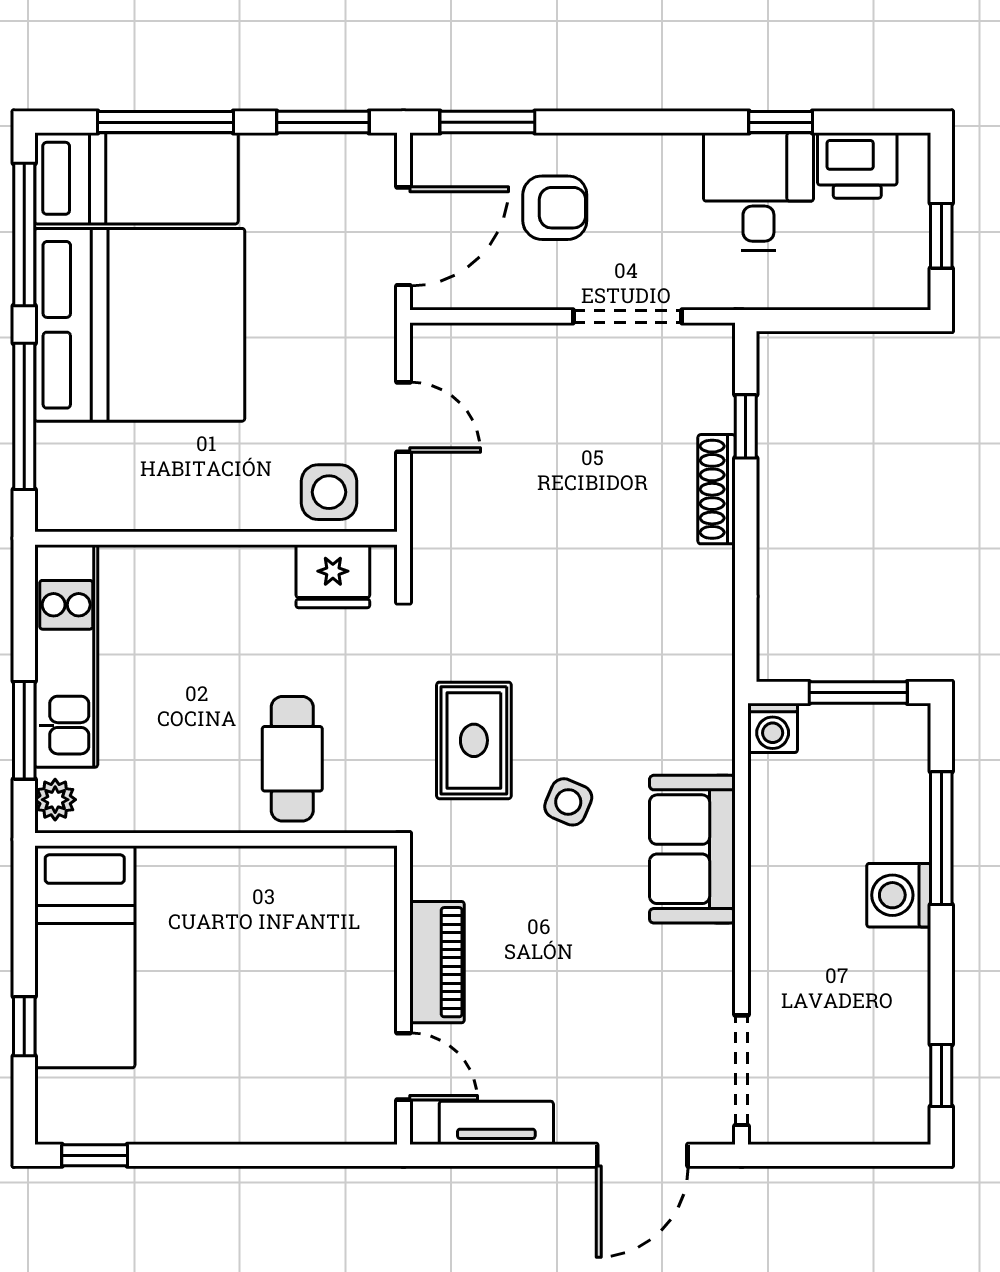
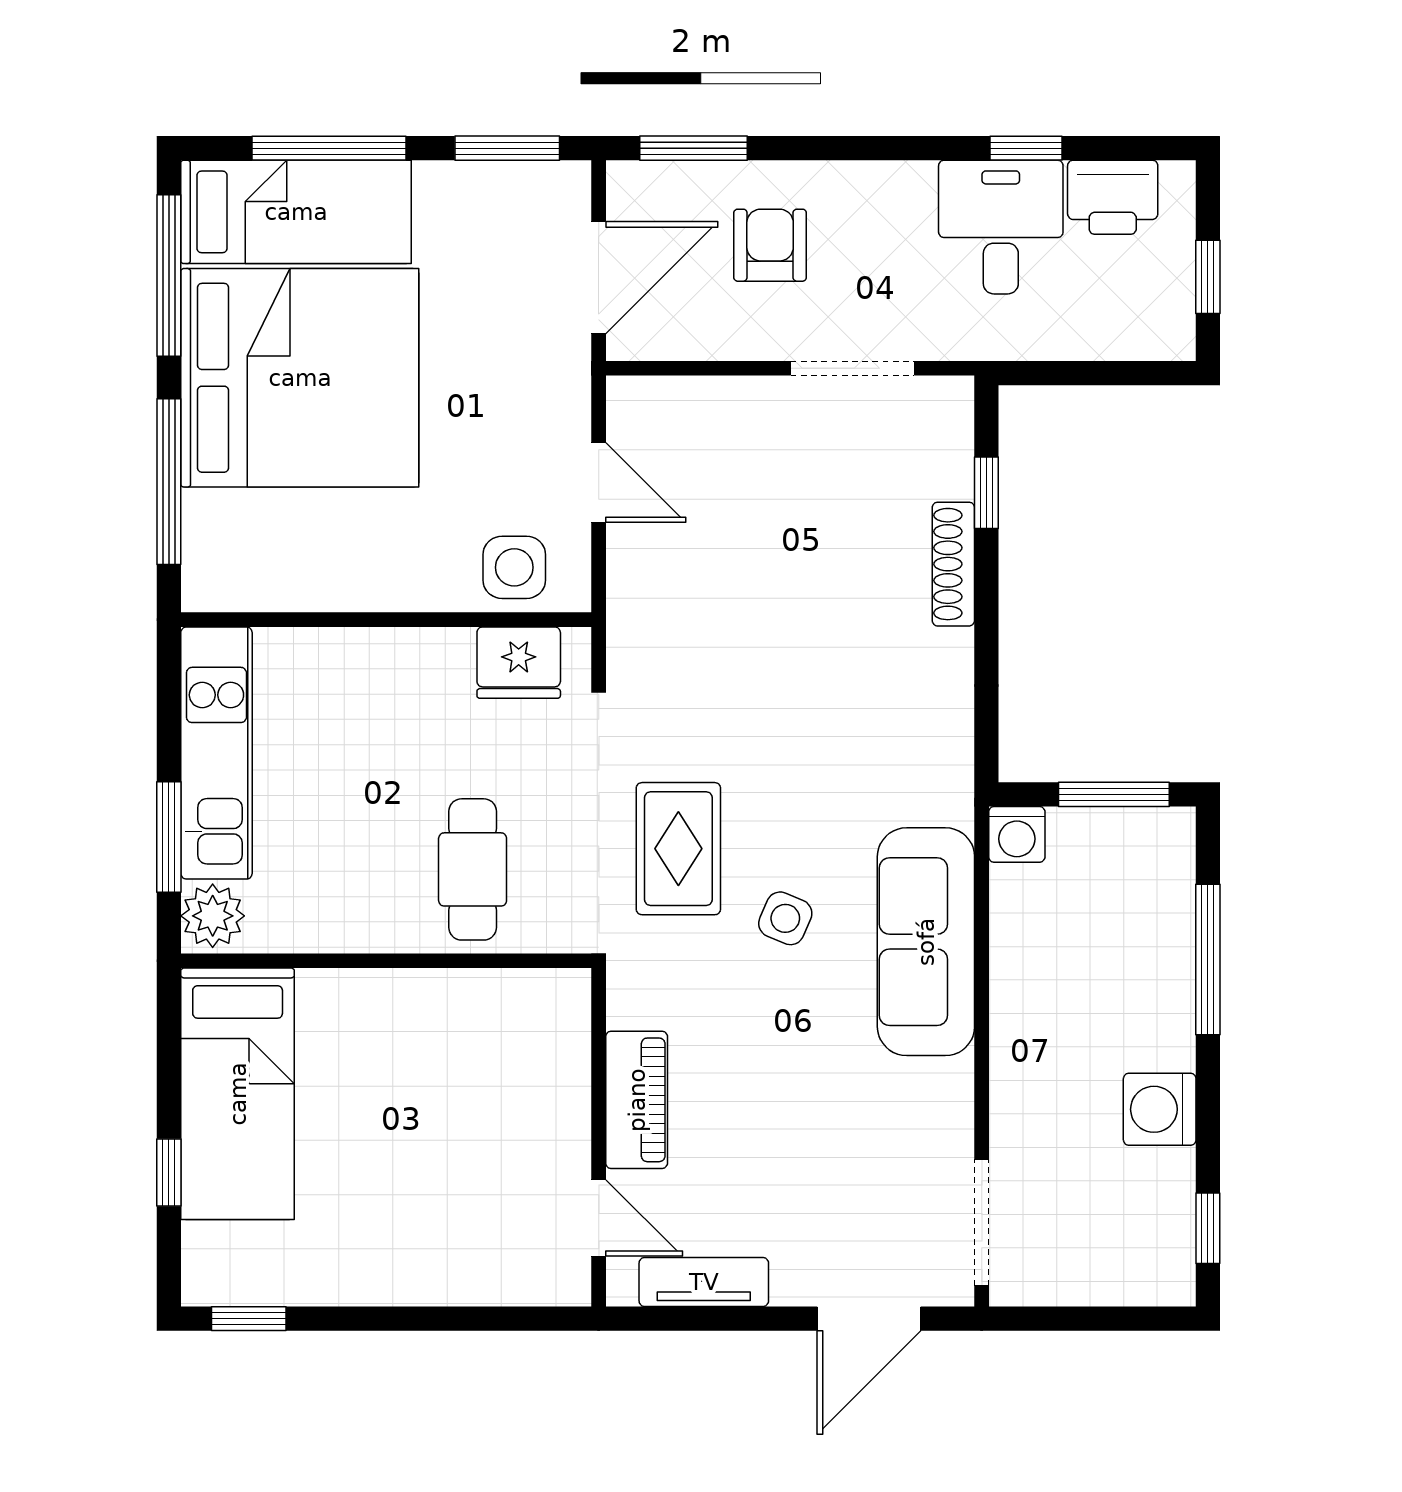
armchair: (555, 208) -> (770, 245), turned -90
plant: (55, 800) -> (213, 916), width x1.38, depth x1.38
sofa: (692, 849) -> (926, 942), width x1.36
washing machine: (899, 895) -> (1160, 1109), moved

